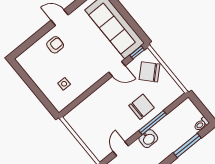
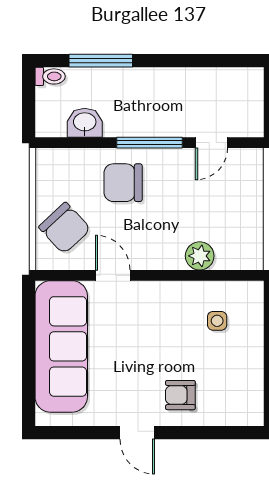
window: (137, 52) -> (59, 275), removed
plant: (90, 103) -> (200, 256), added
window: (153, 123) -> (150, 143), moved
washbasin: (148, 139) -> (85, 123), moved

